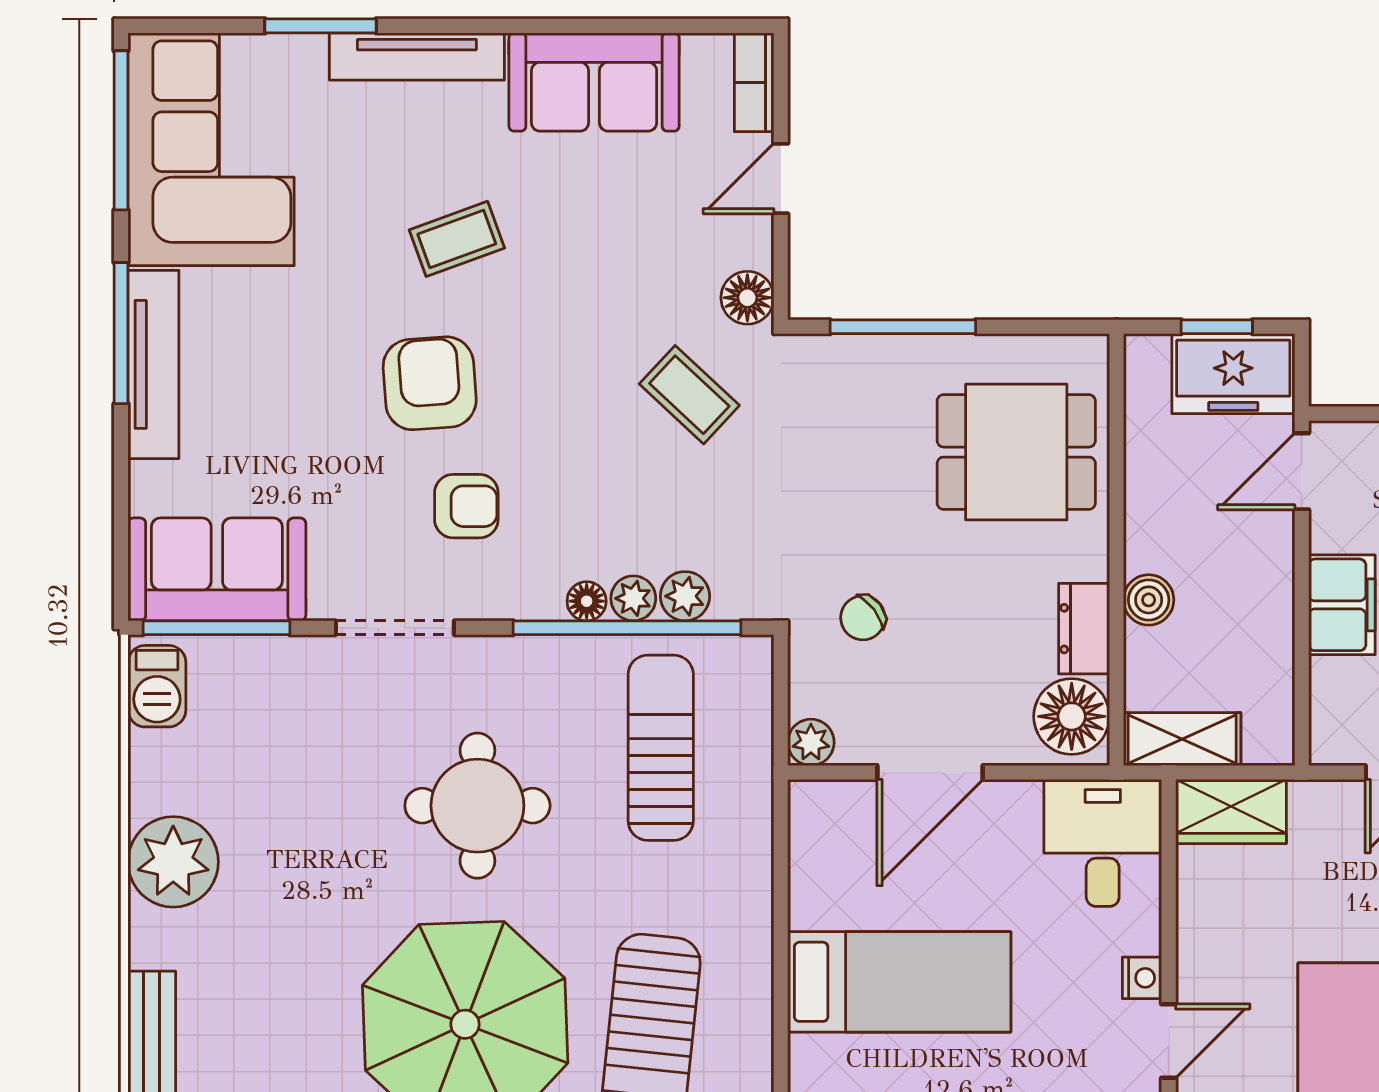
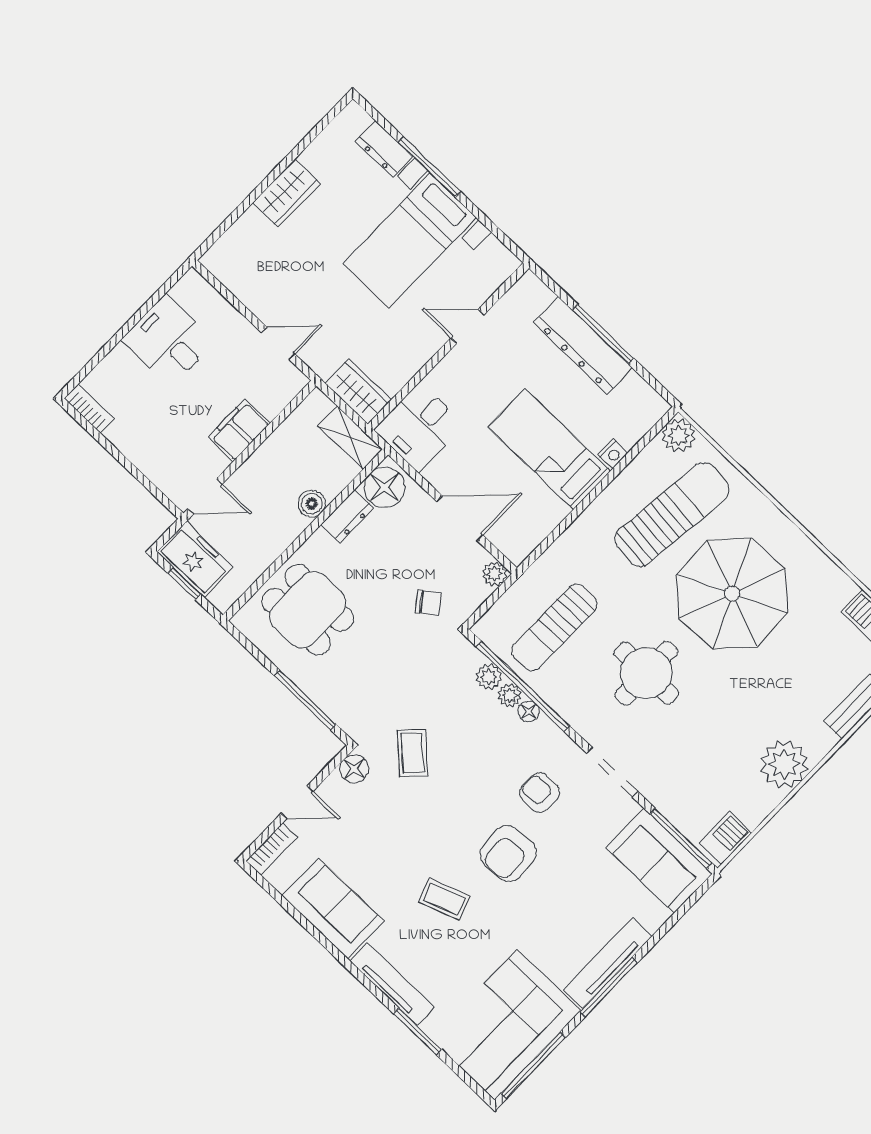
nightstand: (1142, 978) -> (613, 454), moved, turned 180

